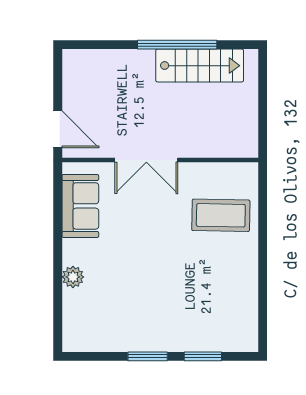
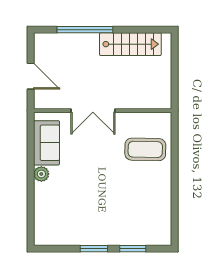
window: (177, 45) -> (85, 30), moved
door: (58, 129) -> (31, 76), moved
plant: (73, 277) -> (41, 174), moved

